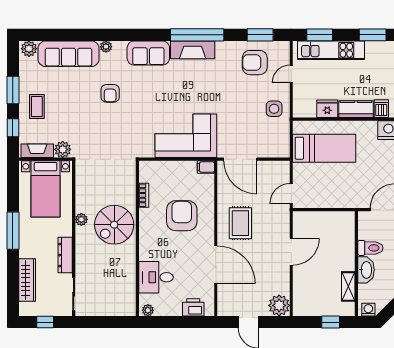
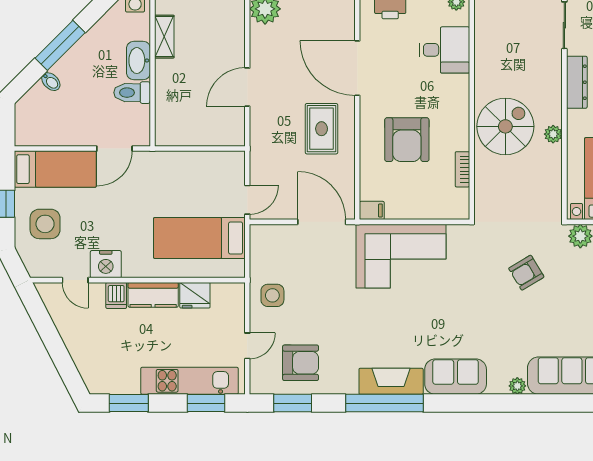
armchair: (110, 93) -> (526, 273), moved, turned -121
door: (291, 194) -> (247, 200), moved

